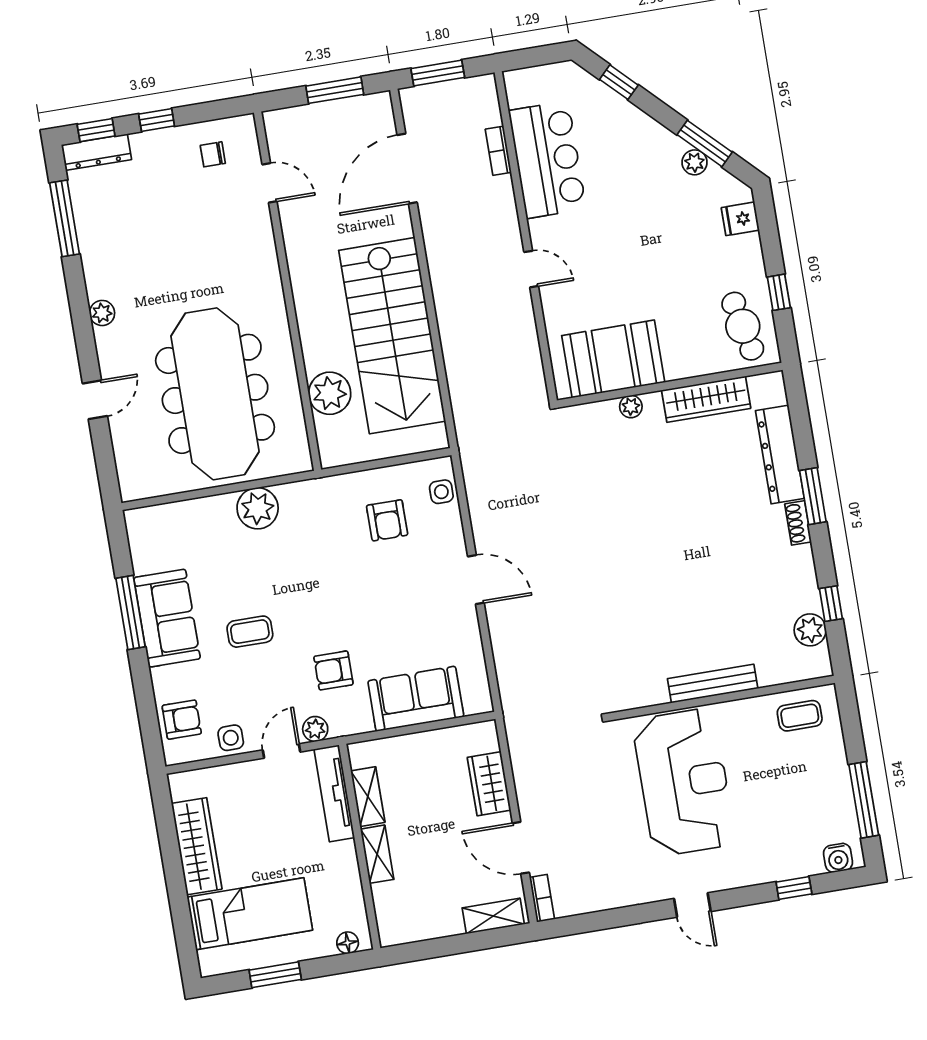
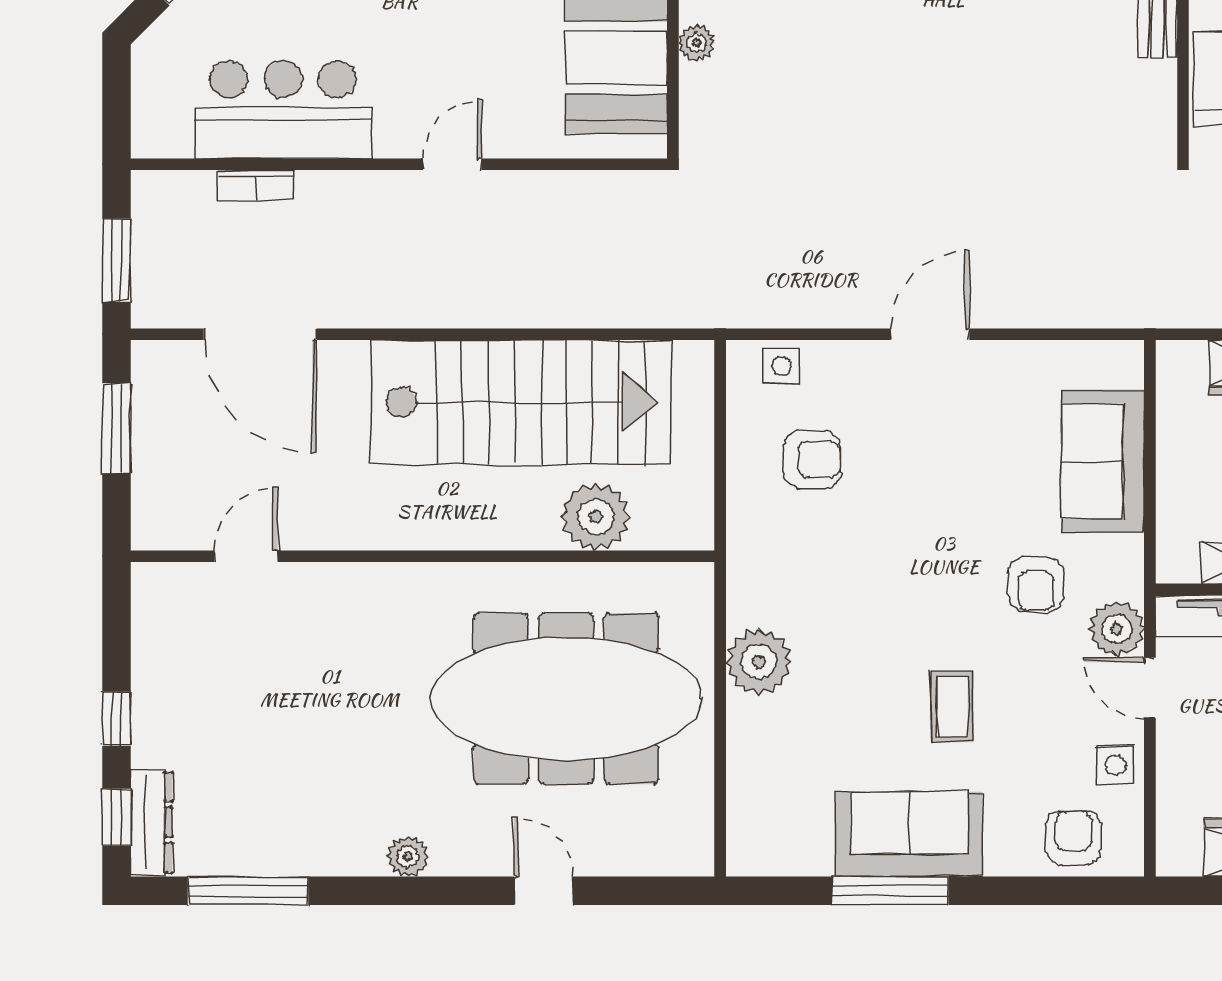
chair: (213, 154) -> (186, 639), removed
plant: (315, 729) -> (1117, 629), width x1.38, depth x1.38

